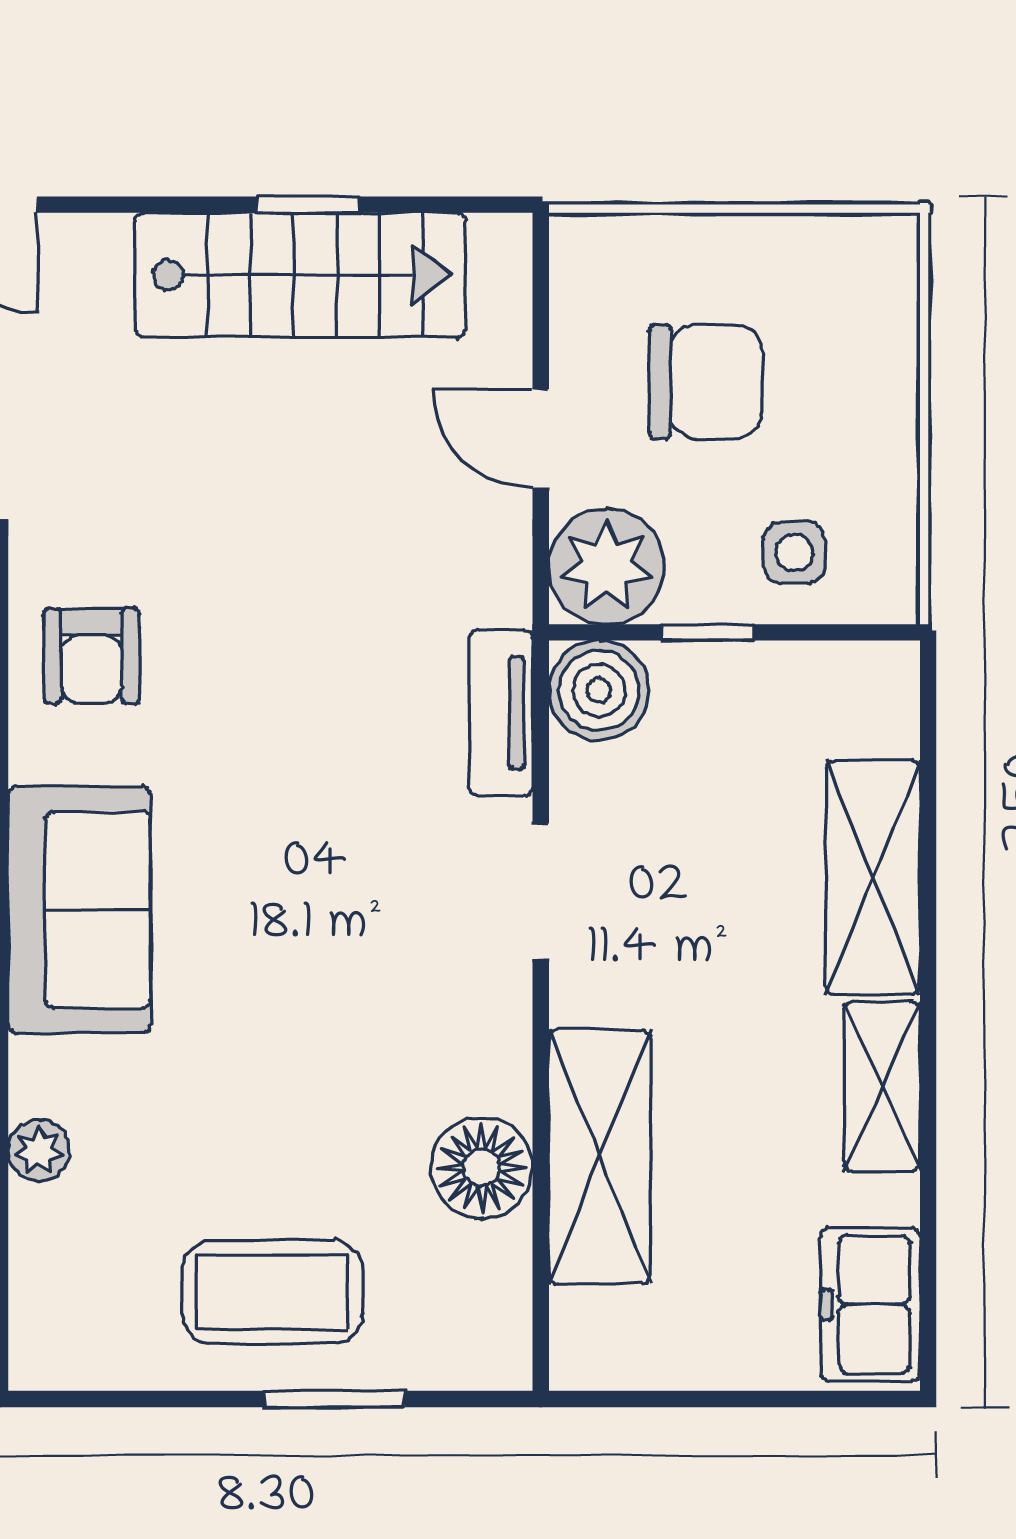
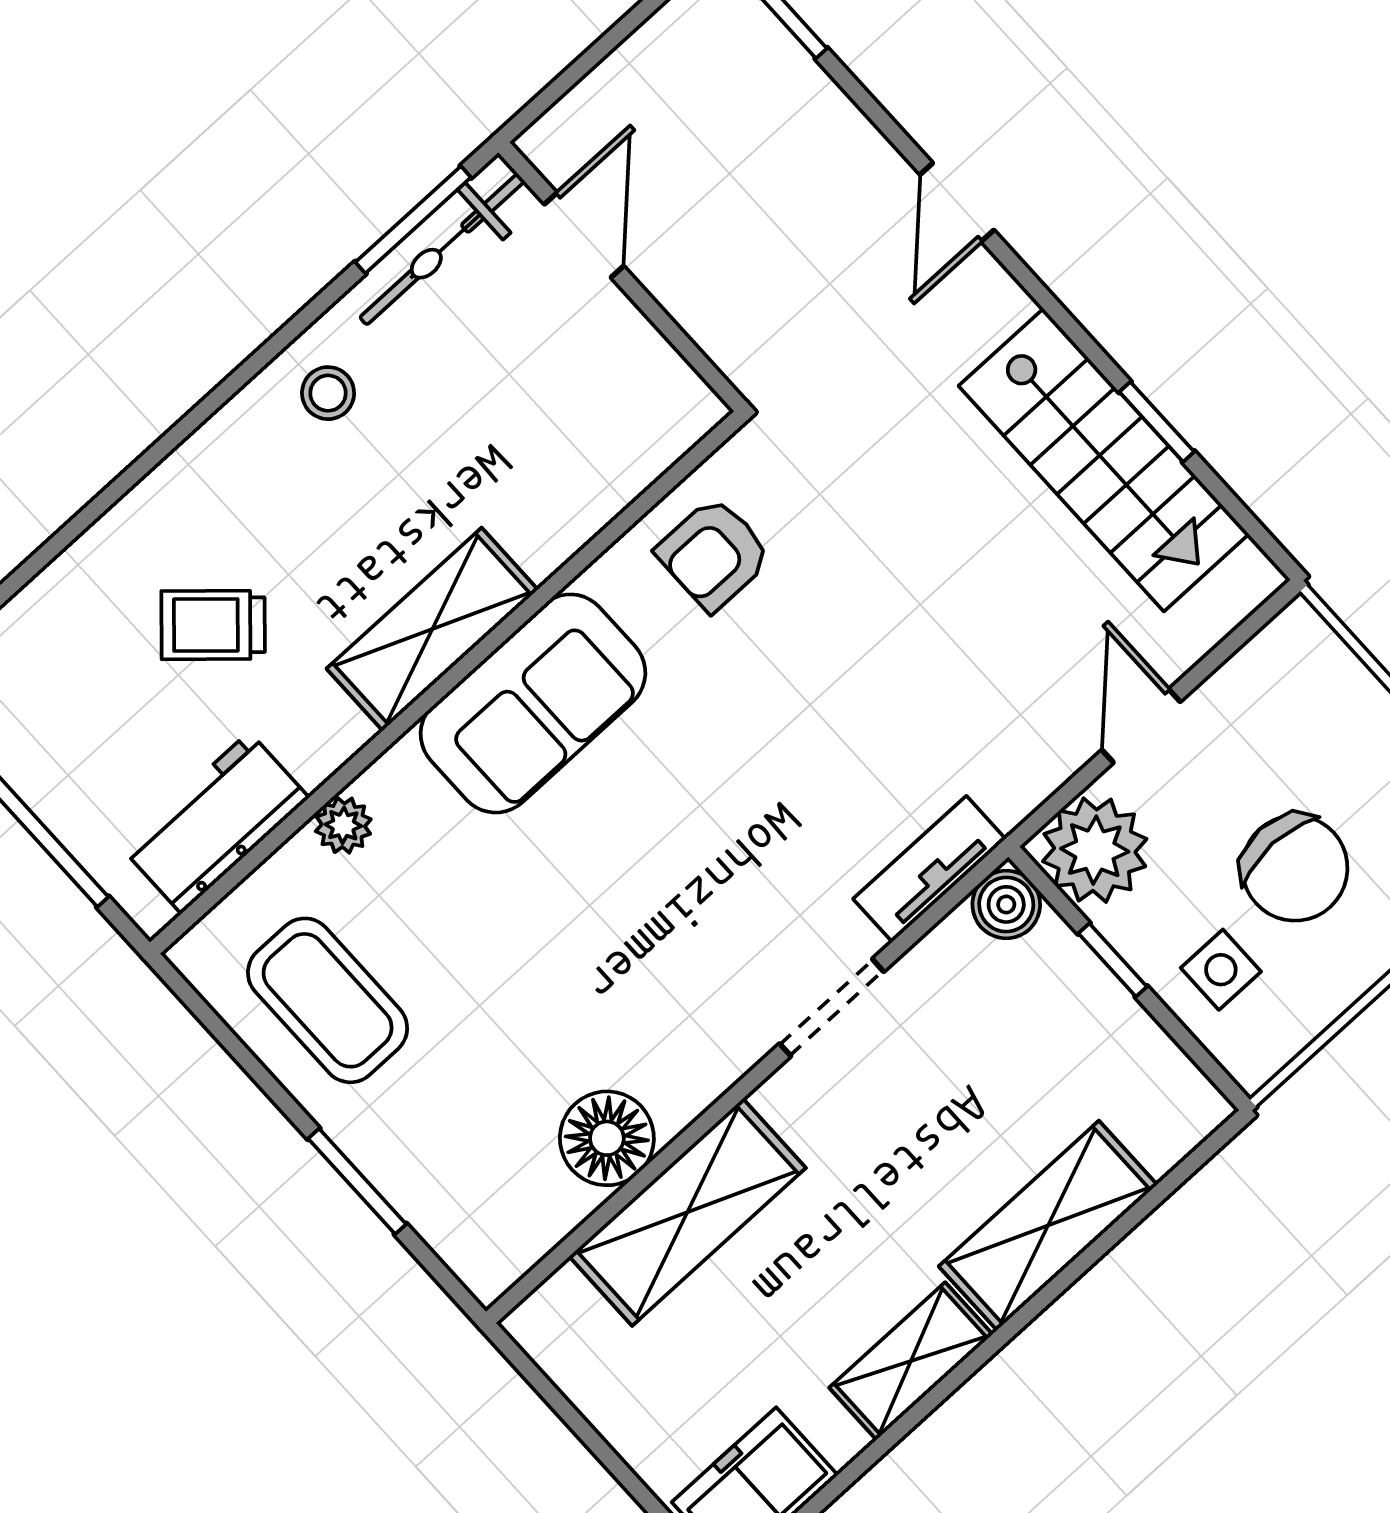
chair: (705, 382) -> (1295, 868), moved
boiler: (599, 690) -> (1006, 904), width x0.73, depth x0.73
coffee table: (273, 1292) -> (328, 1000), moved

